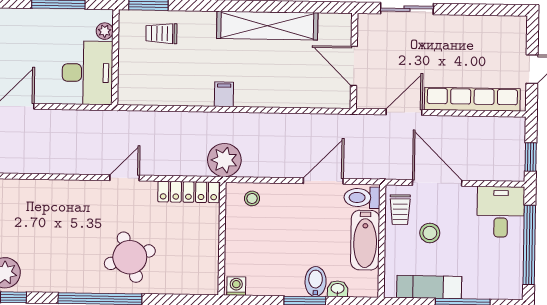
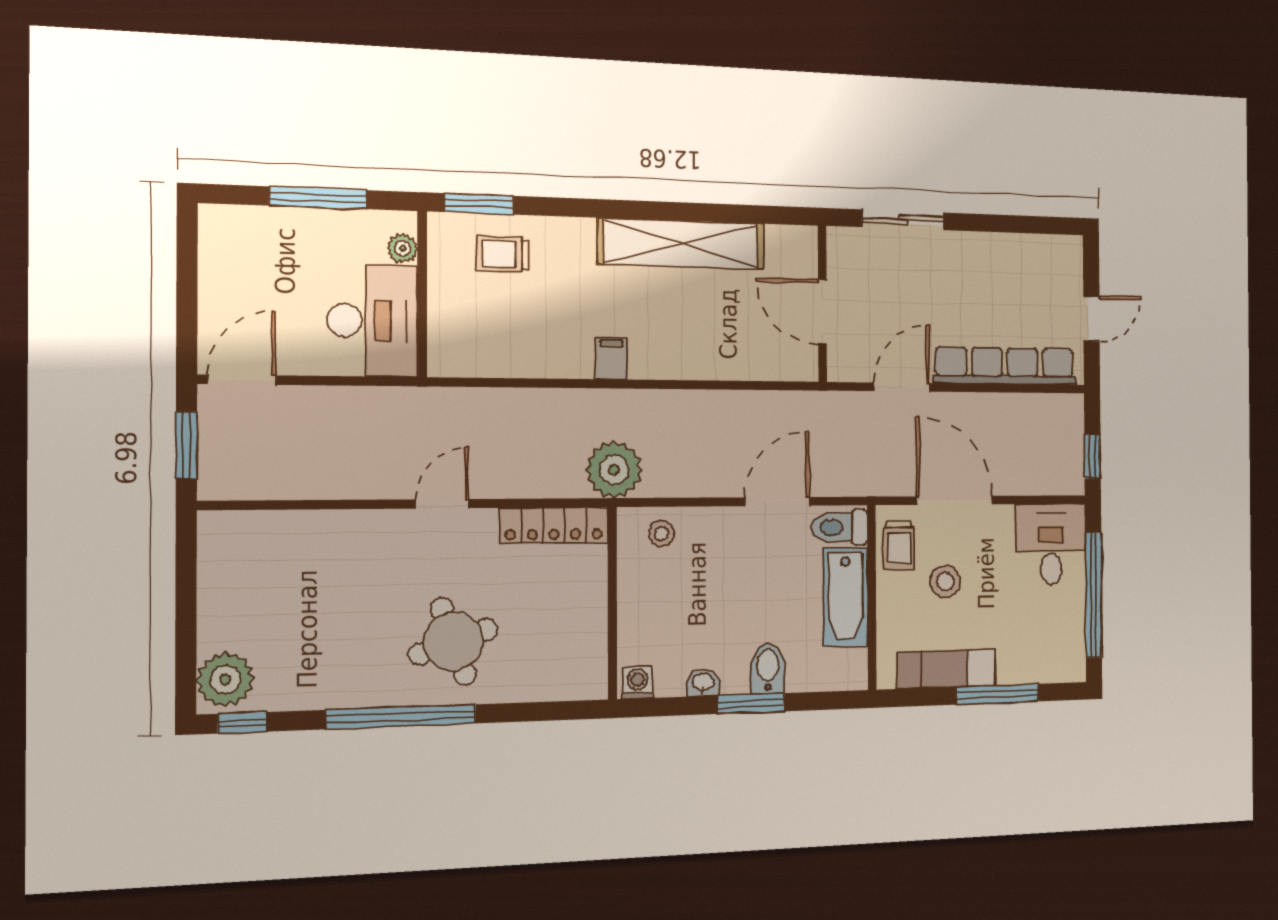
washbasin: (338, 289) -> (703, 683), moved

